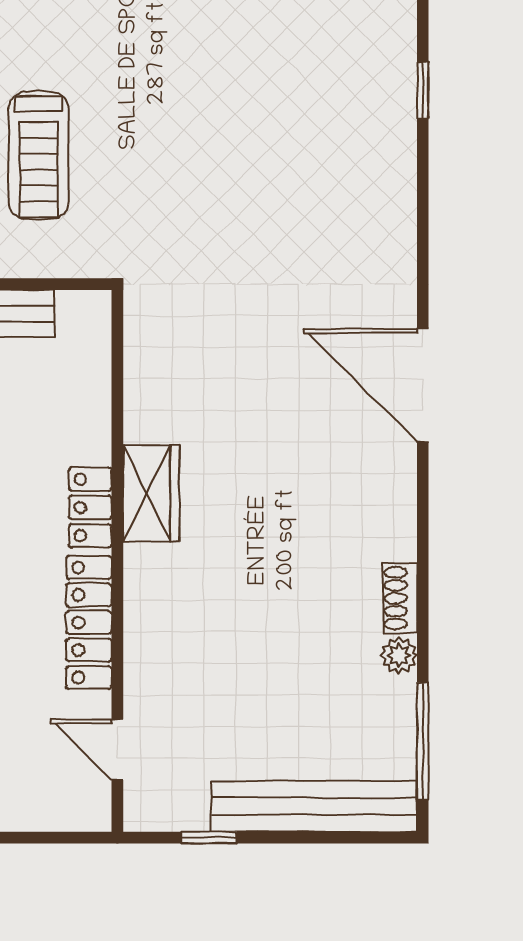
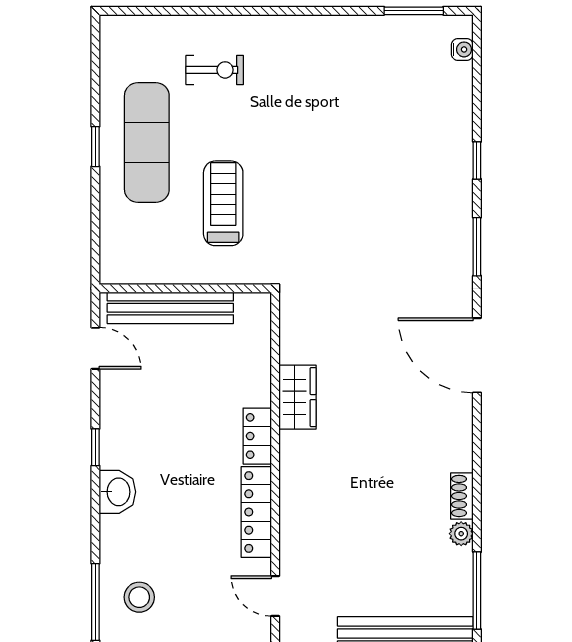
treadmill: (39, 155) -> (223, 203), turned 180
window: (423, 221) -> (477, 247), added
wardrobe: (151, 493) -> (297, 397), moved

